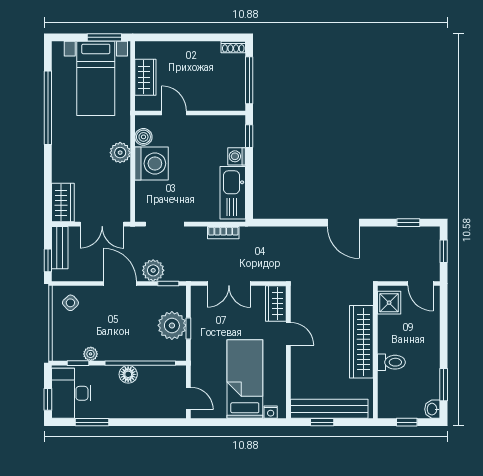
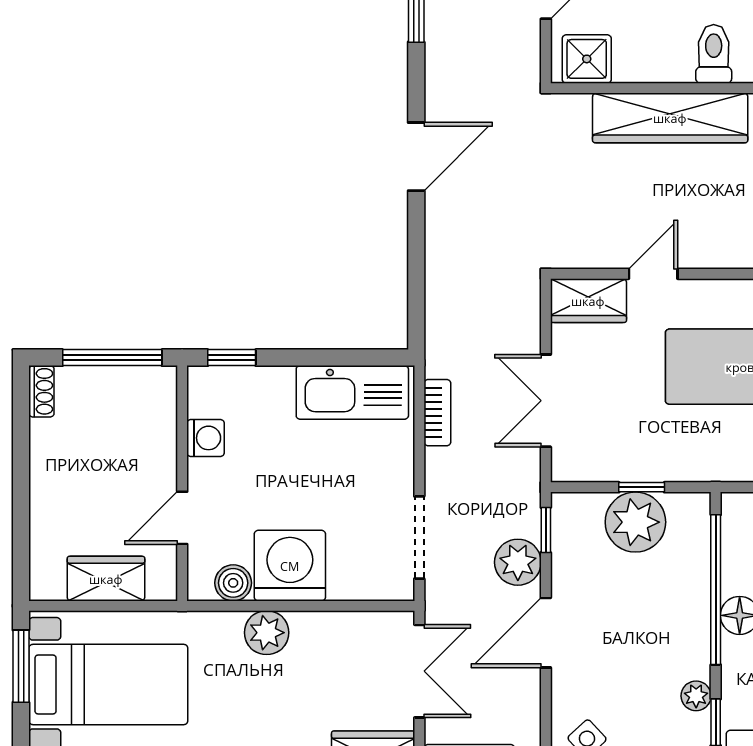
washing machine: (237, 156) -> (206, 438), moved, turned -90
double door: (229, 283) -> (546, 401), swing flipped

